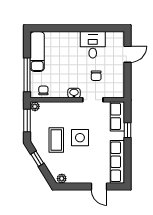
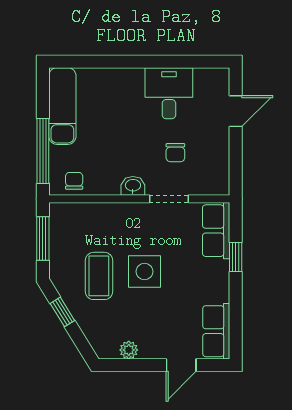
plant: (35, 106) -> (58, 211), removed
row of seats: (117, 162) -> (216, 331), width x0.68
plant: (62, 179) -> (129, 350), moved
door: (99, 186) -> (181, 365), hinge flipped

